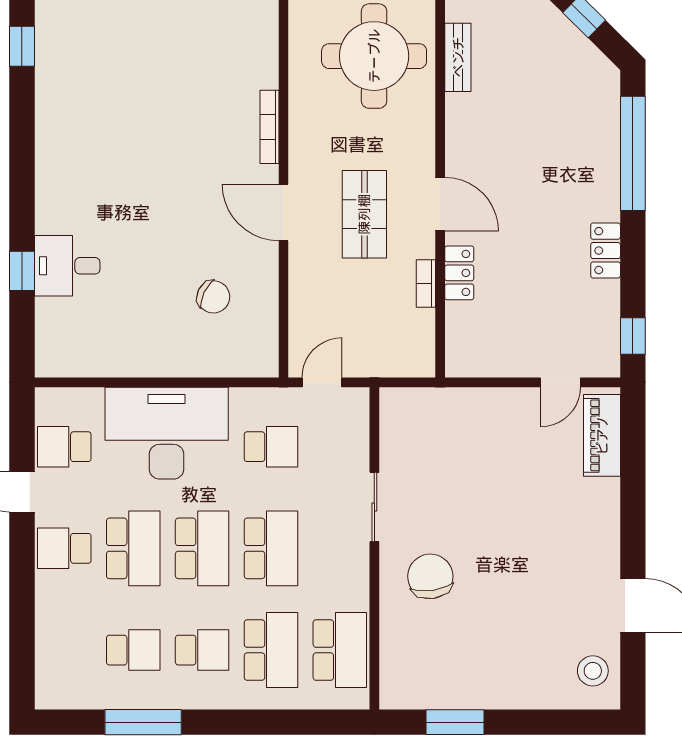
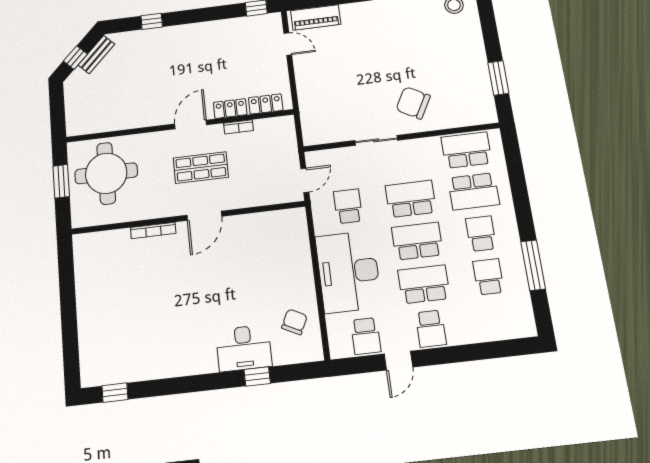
bench: (458, 57) -> (96, 55), moved, turned -45
window: (633, 153) -> (152, 21), width x0.32
locker: (606, 251) -> (266, 104), moved, turned 180
desk: (67, 266) -> (244, 348), width x1.37
chair: (213, 297) -> (294, 322), moved
door: (322, 382) -> (305, 180), swing flipped
chair: (430, 576) -> (413, 103), turned 37
school desk: (271, 650) -> (474, 191), turned 180

